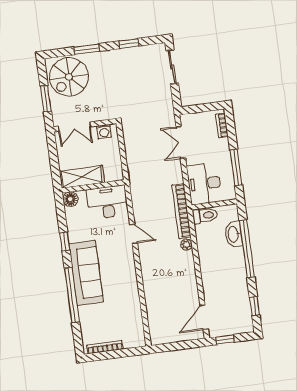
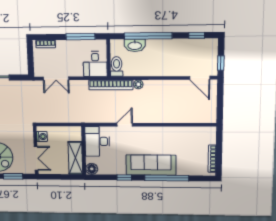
desk: (204, 184) -> (95, 64), width x0.73

